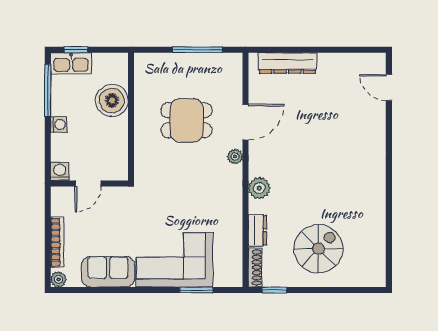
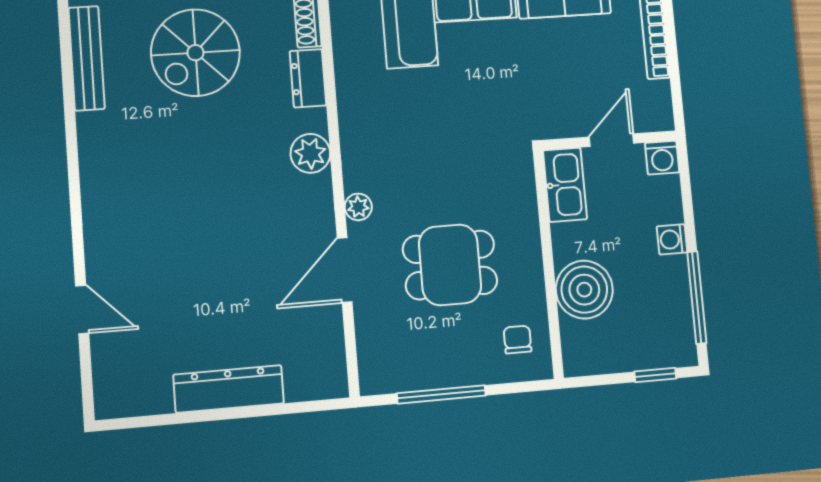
kitchen sink: (71, 63) -> (565, 185), moved, turned 90
dresser: (287, 63) -> (229, 389), moved
chair: (152, 76) -> (517, 340), added
door: (389, 88) -> (82, 309), moved
bench: (378, 249) -> (87, 58), added

